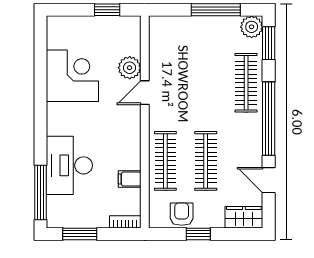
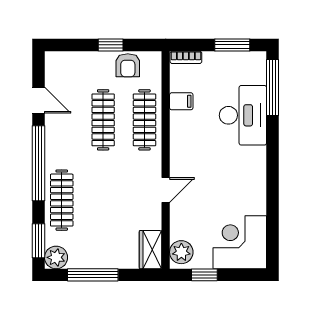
plant: (130, 68) -> (181, 252), moved
corner desk: (72, 76) -> (240, 242), moved, turned 90
wardrobe: (244, 217) -> (150, 250), moved, turned 90

